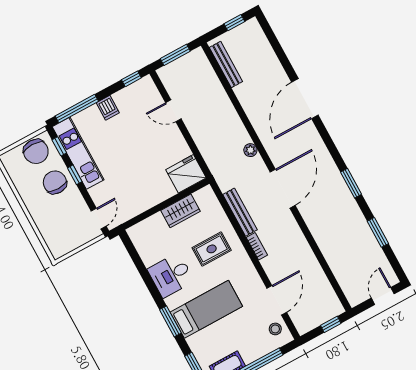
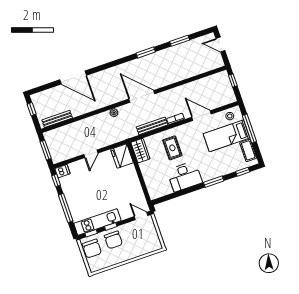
door: (305, 99) -> (73, 77), moved
dishwasher: (108, 108) -> (62, 171), moved
window: (77, 109) -> (66, 208), moved
door: (173, 111) -> (91, 154), moved
chair: (36, 151) -> (92, 249), turned 90
chair: (55, 182) -> (113, 240), turned -90
wardrobe: (180, 211) -> (140, 151), moved
desk: (171, 275) -> (185, 176), width x1.37
door: (277, 300) -> (201, 116), moved
bed: (206, 309) -> (227, 136), moved, turned -90

